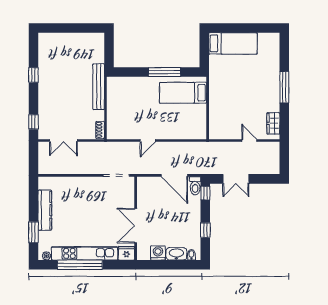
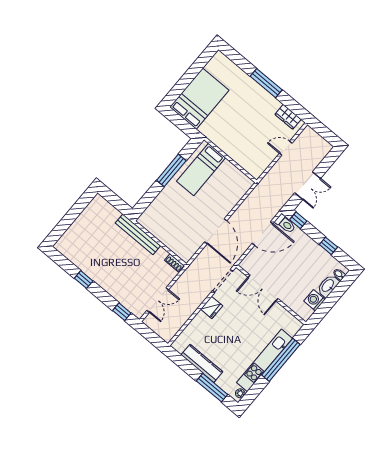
bed: (233, 43) -> (199, 99), width x1.50
door: (148, 141) -> (216, 231), width x1.88
double door: (136, 226) -> (263, 288), moved
window: (33, 232) -> (212, 388), width x1.44
fridge: (126, 253) -> (212, 307), moved, turned 180
window: (80, 265) -> (281, 360), moved

